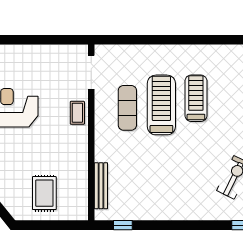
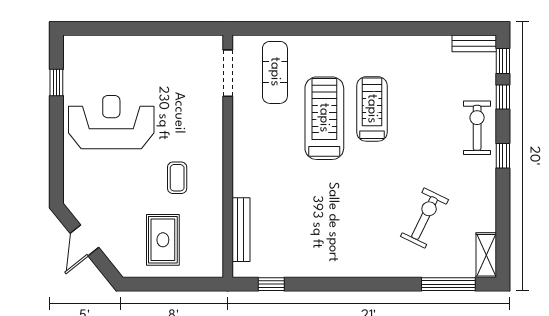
exercise mat: (127, 108) -> (275, 72), moved
coffee table: (77, 113) -> (177, 178), moved

